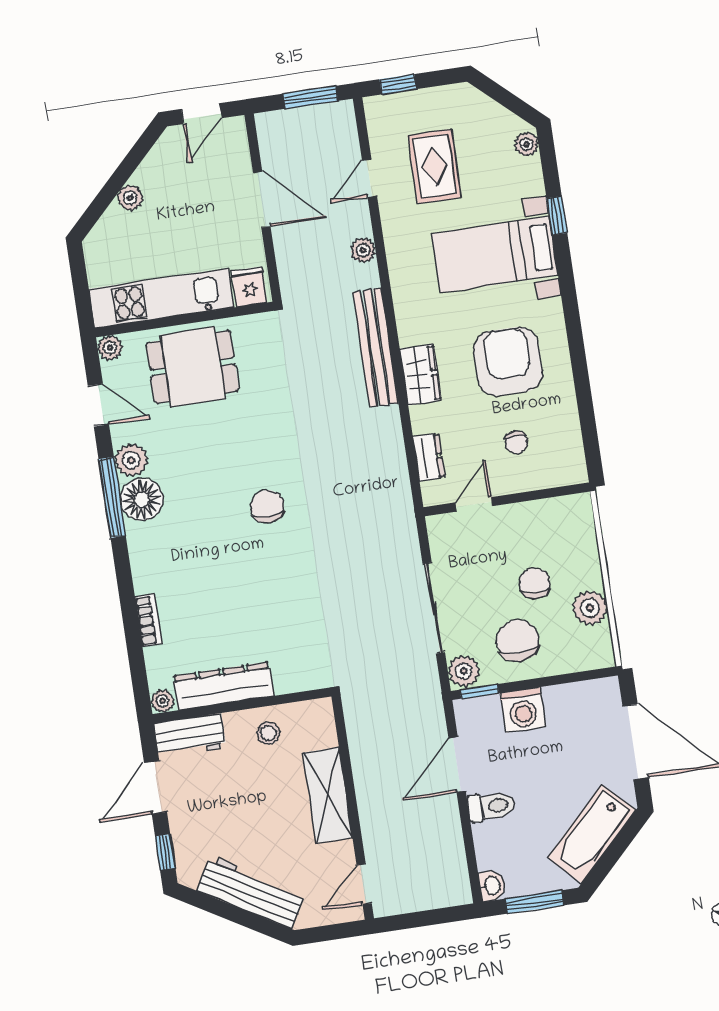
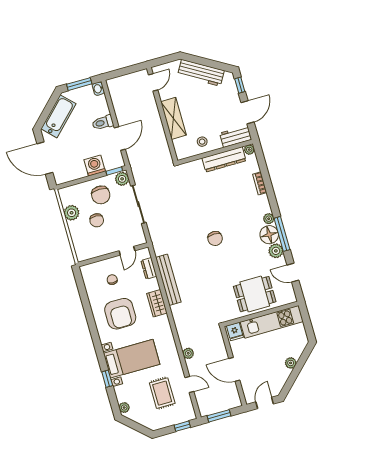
door: (370, 178) -> (189, 384), hinge flipped
bench: (376, 347) -> (168, 280), moved
plant: (110, 348) -> (269, 219), moved

